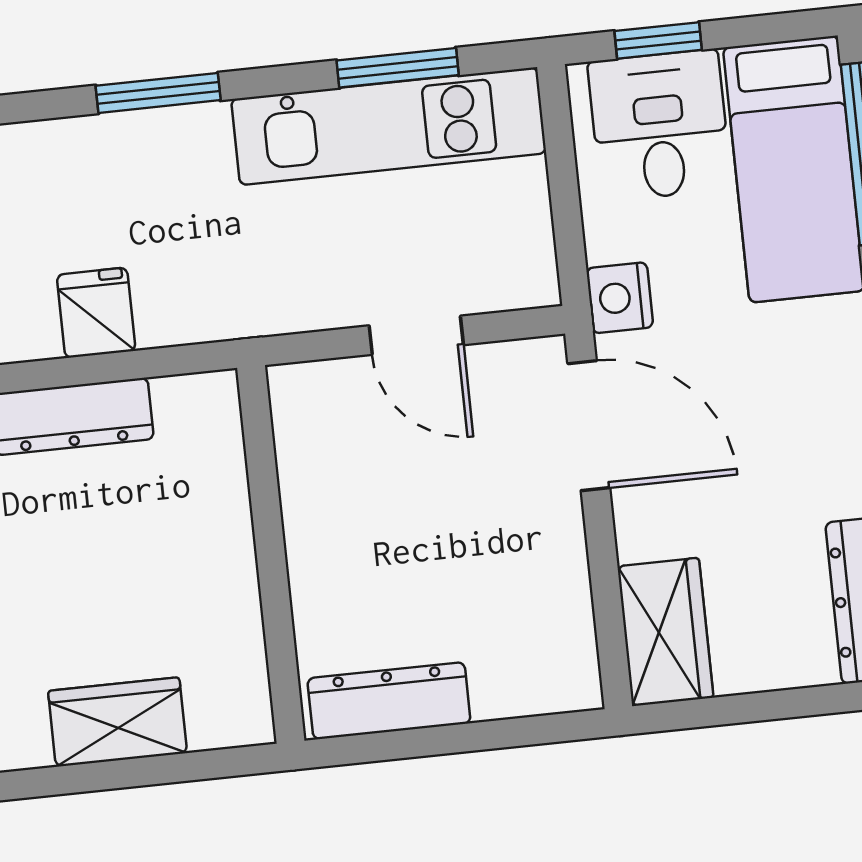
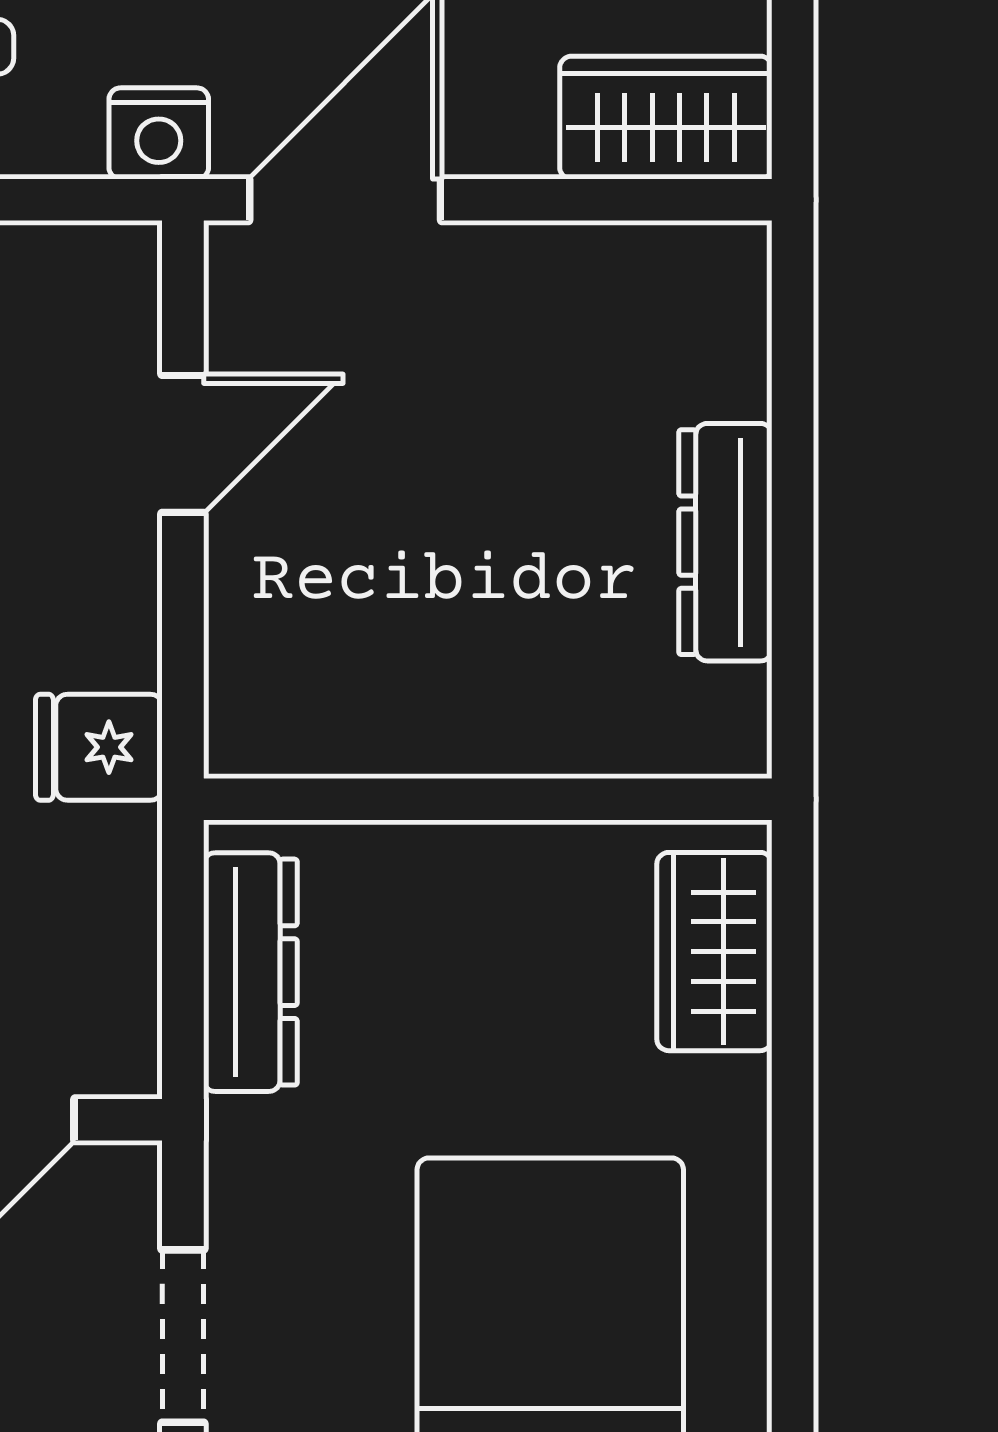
fridge: (96, 313) -> (99, 747), moved
wall: (271, 554) -> (488, 799), moved

